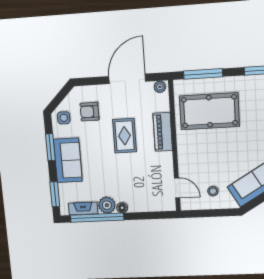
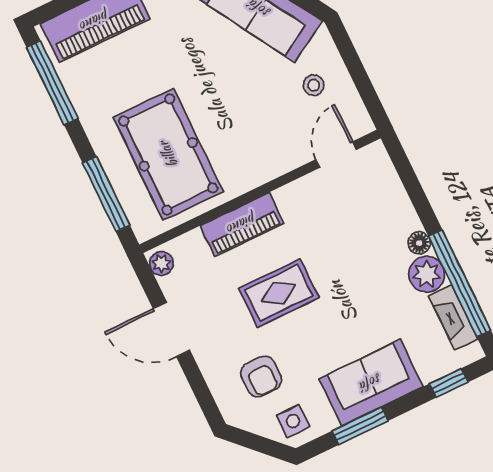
door: (127, 79) -> (172, 330), width x0.73
window: (55, 194) -> (449, 383), width x0.67

